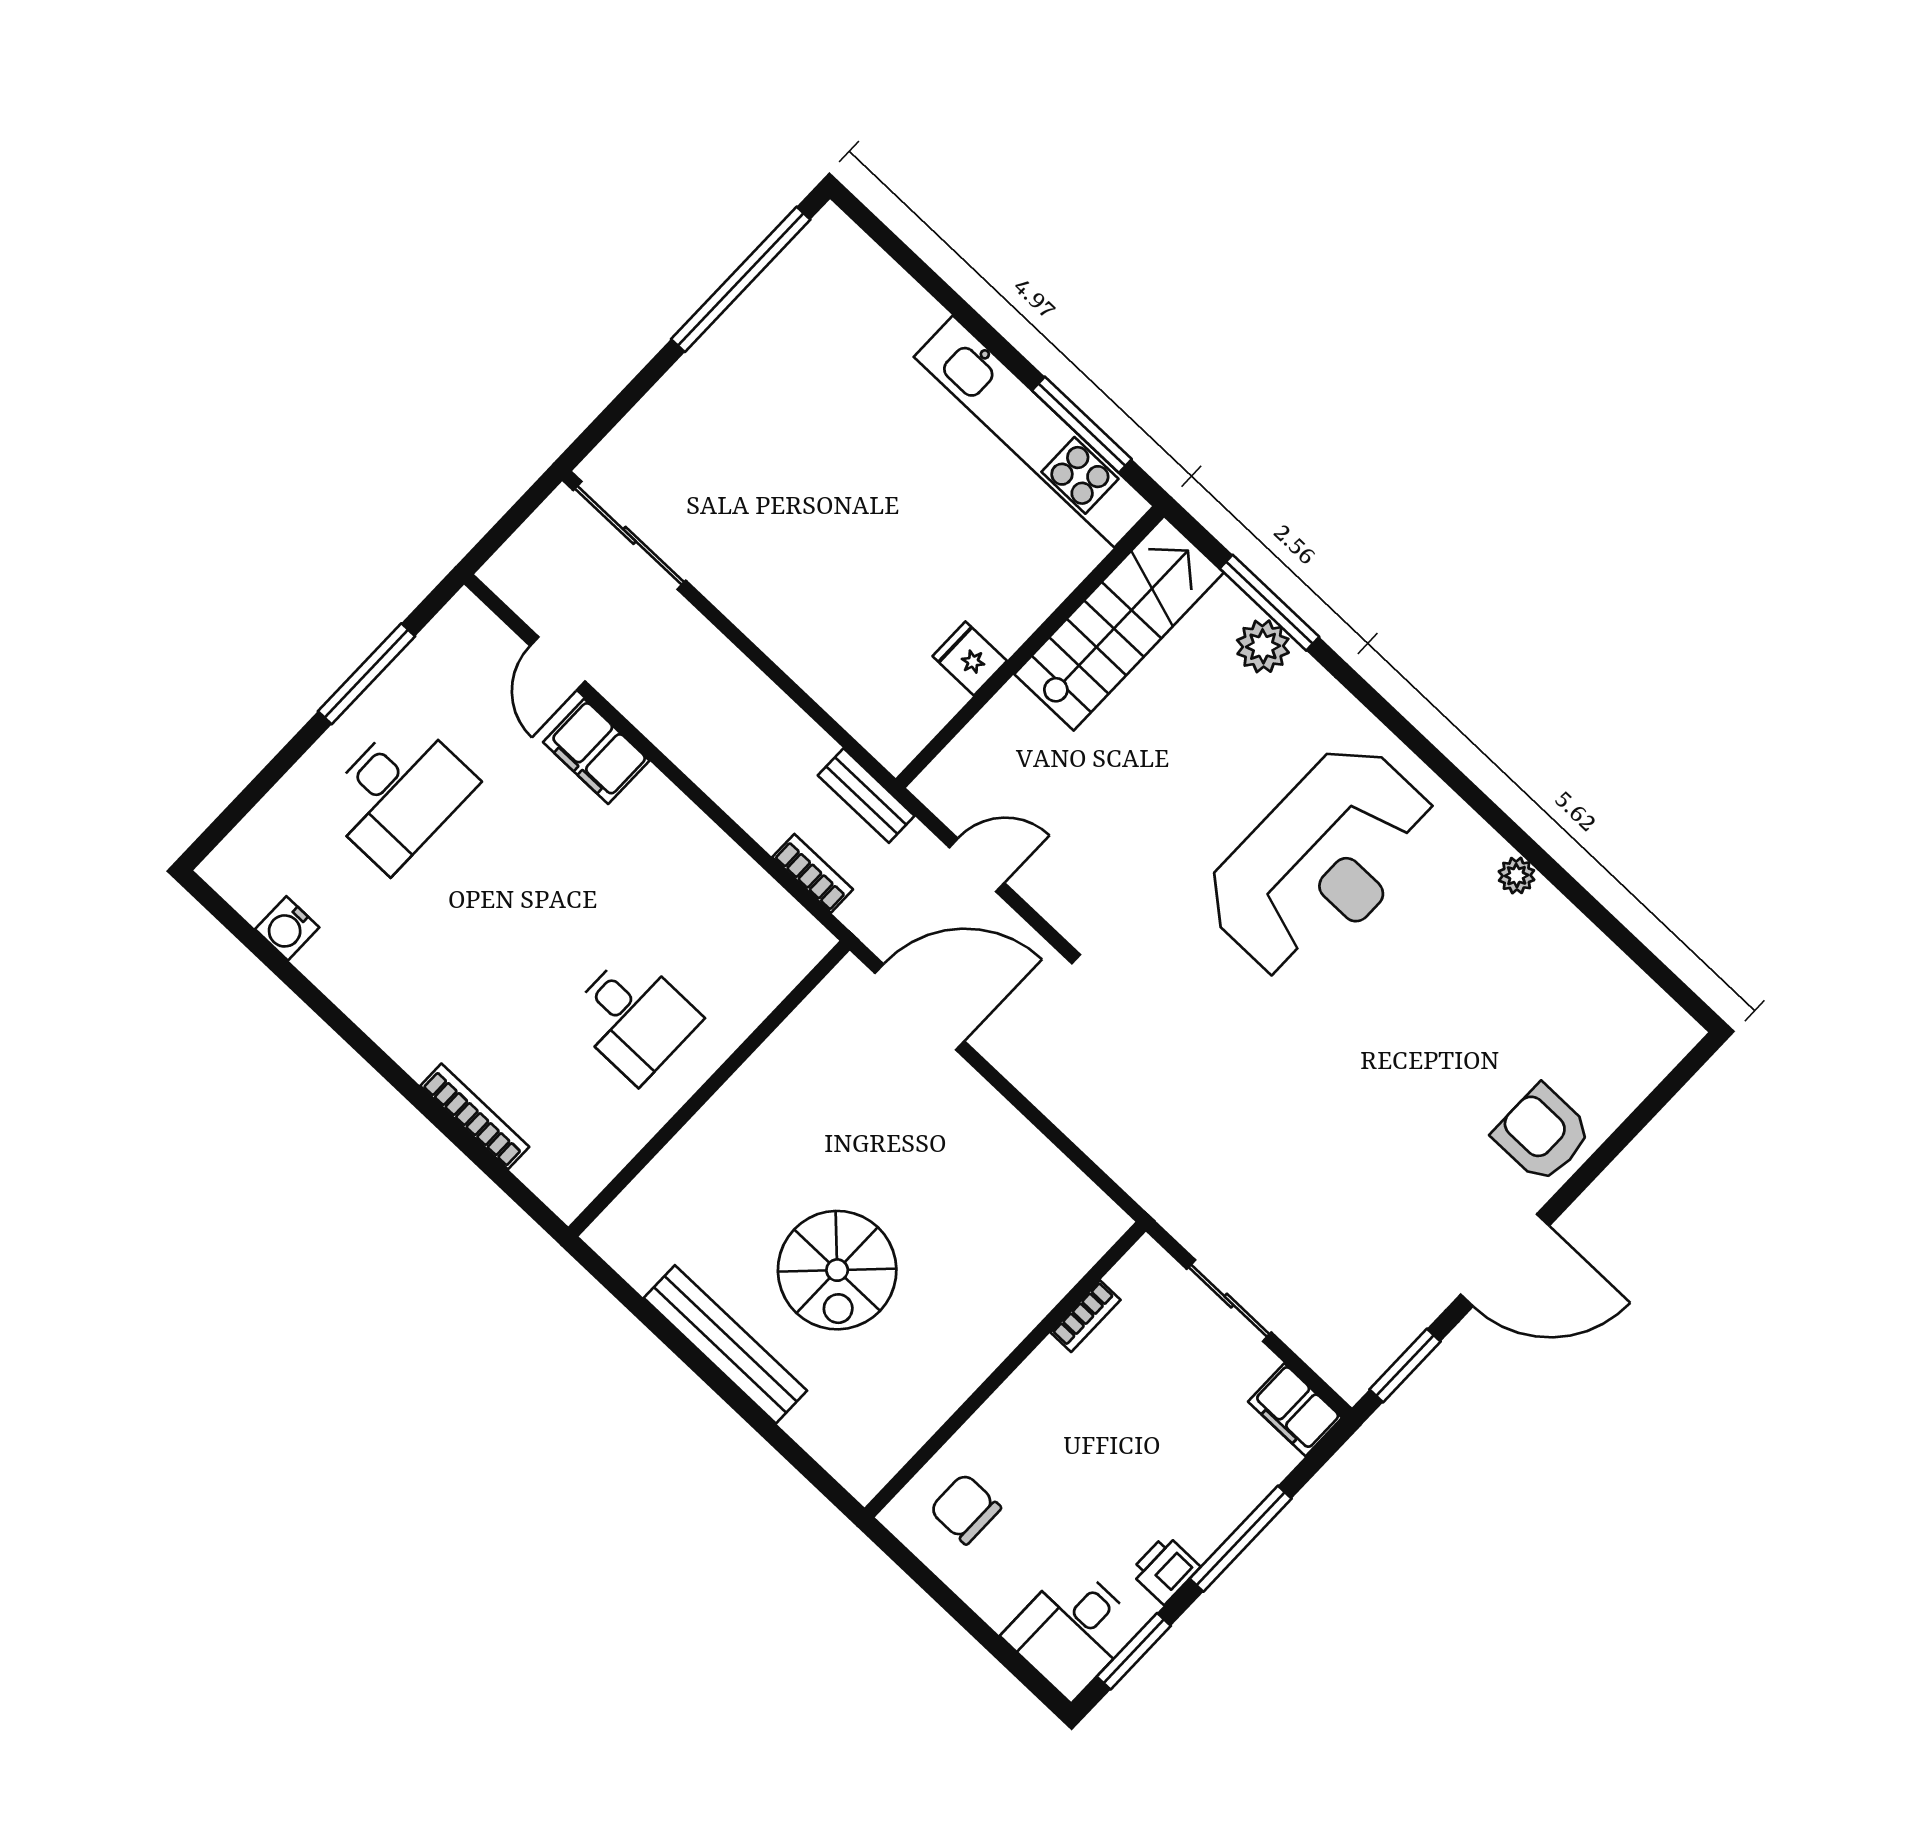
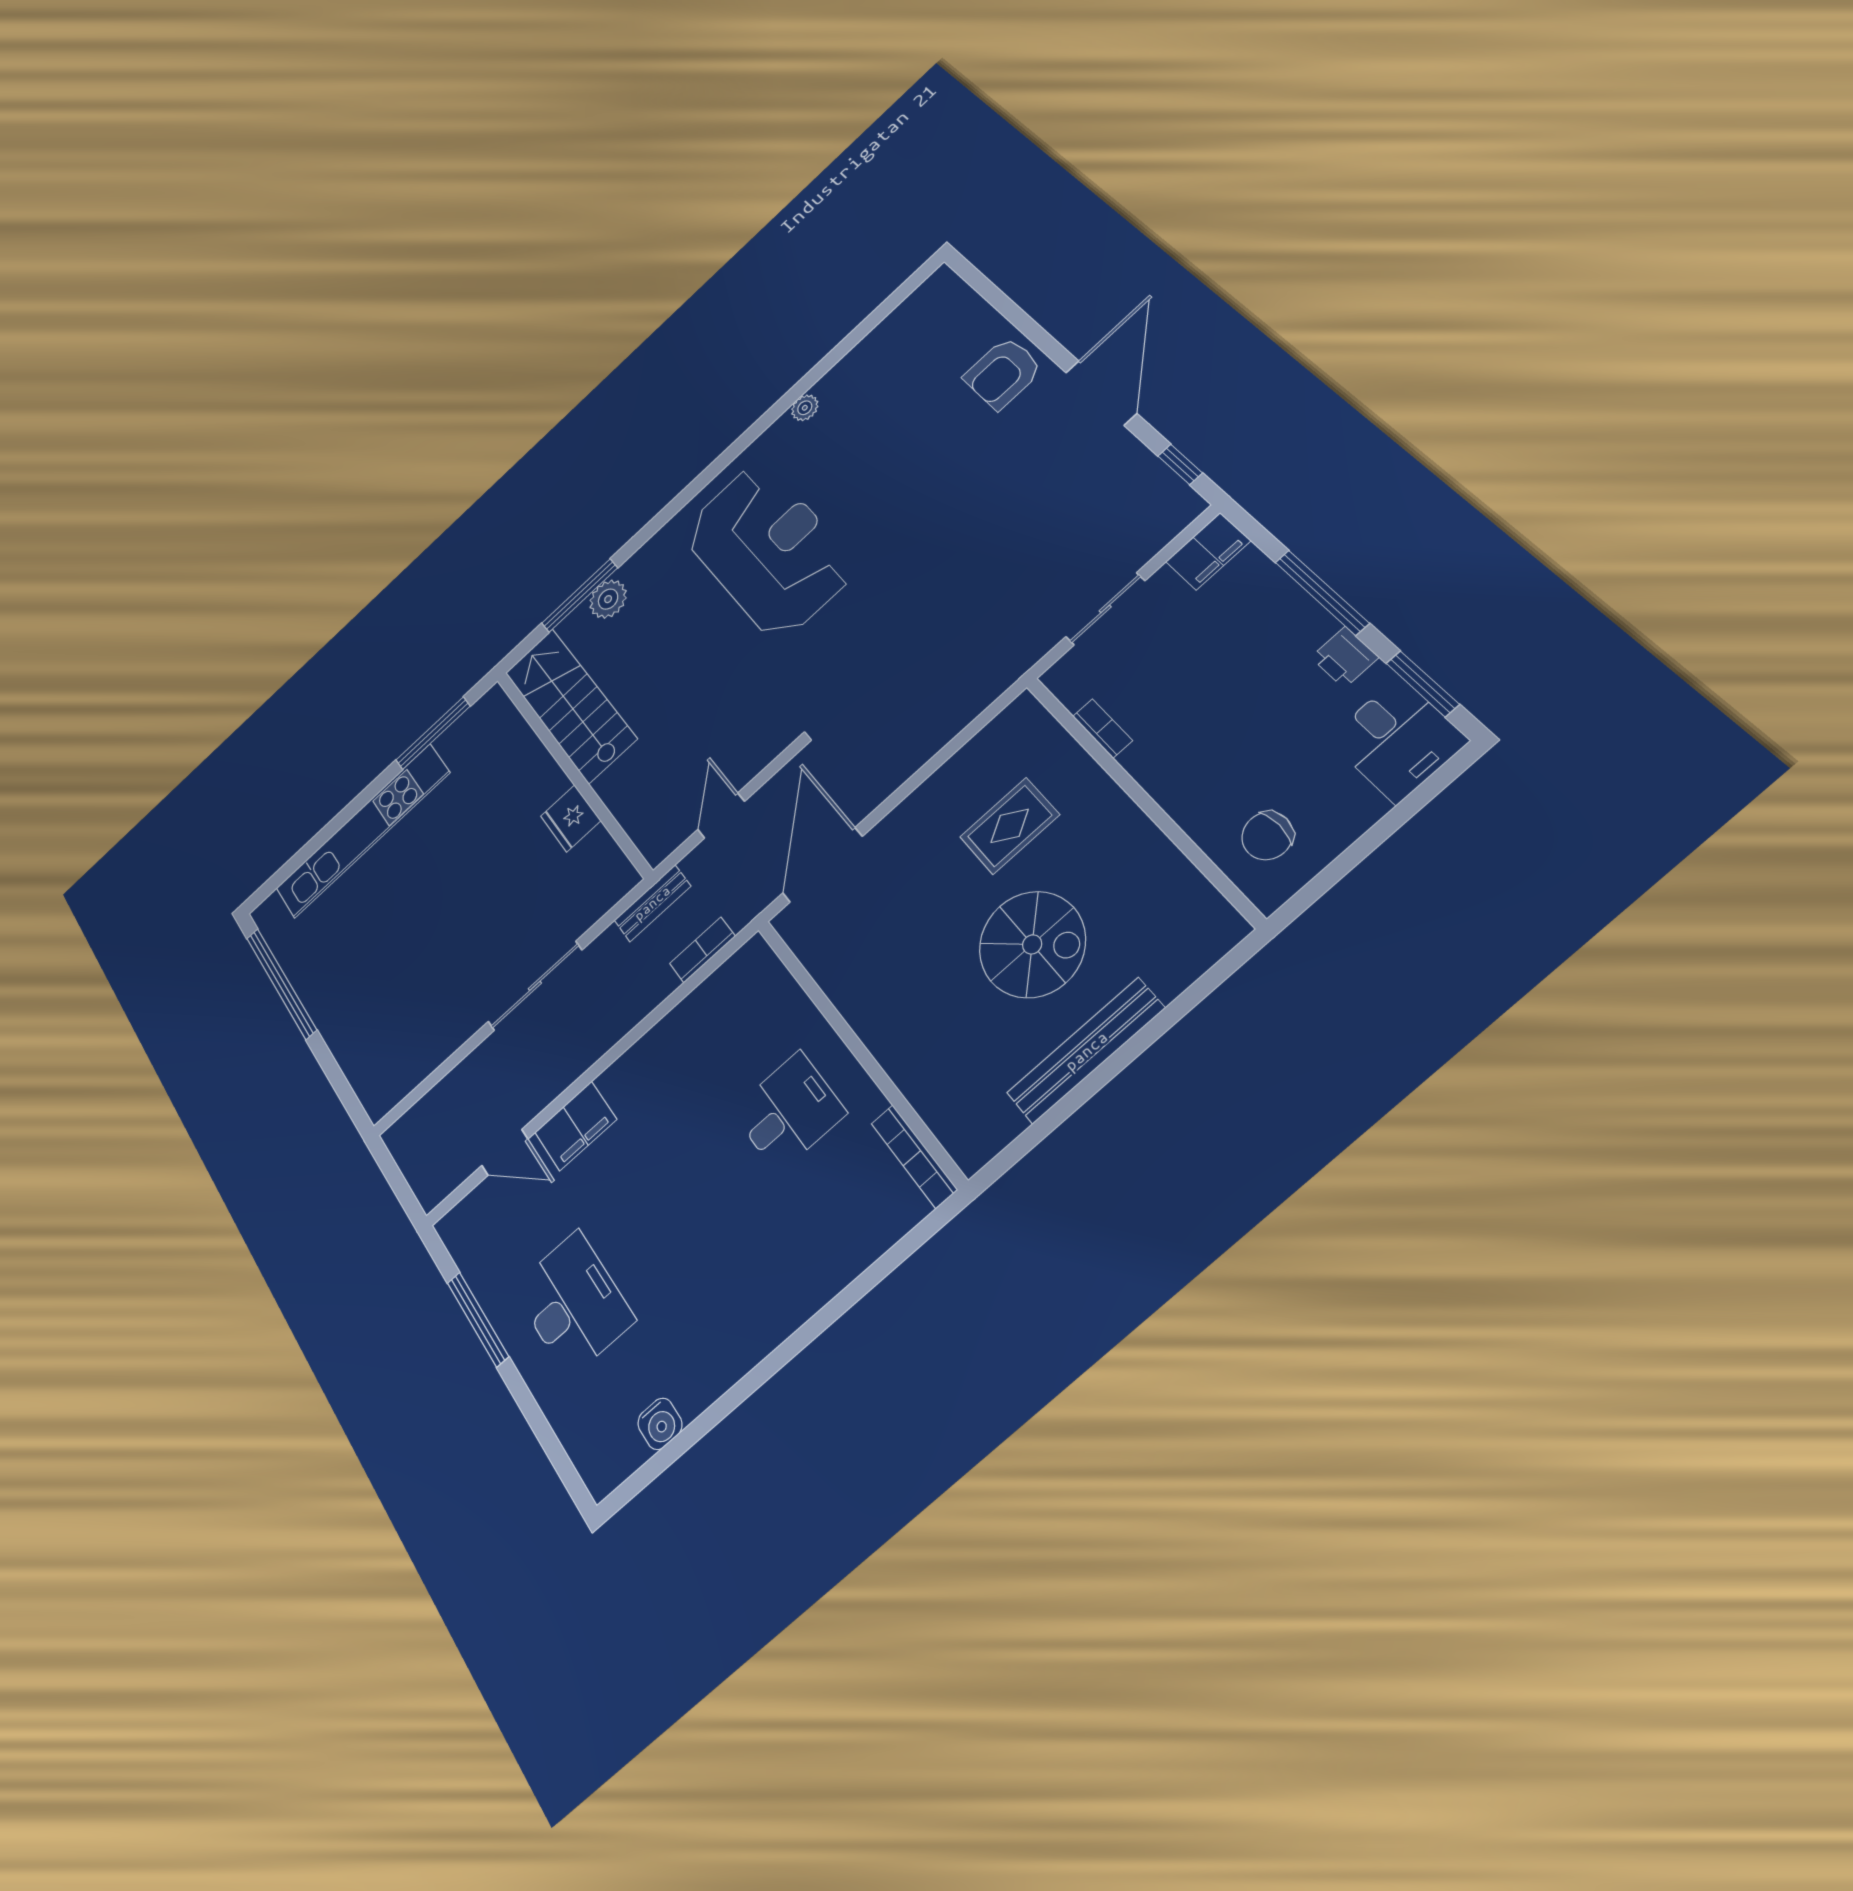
kitchen unit: (1034, 432) -> (362, 831), moved
sliding door: (630, 535) -> (535, 986), moved
fridge: (970, 659) -> (571, 818), width x1.38
bookcase: (475, 1116) -> (914, 1156), moved, turned -90
rug: (971, 1225) -> (1010, 826), added
window: (1405, 1365) -> (1180, 464), width x0.67

